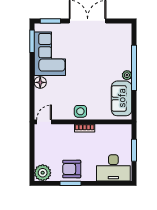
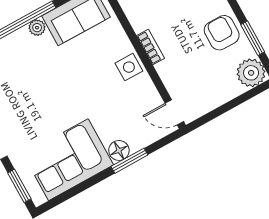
window: (32, 41) -> (129, 161), moved
armchair: (72, 169) -> (222, 33), turned 180
window: (70, 183) -> (253, 38), moved

